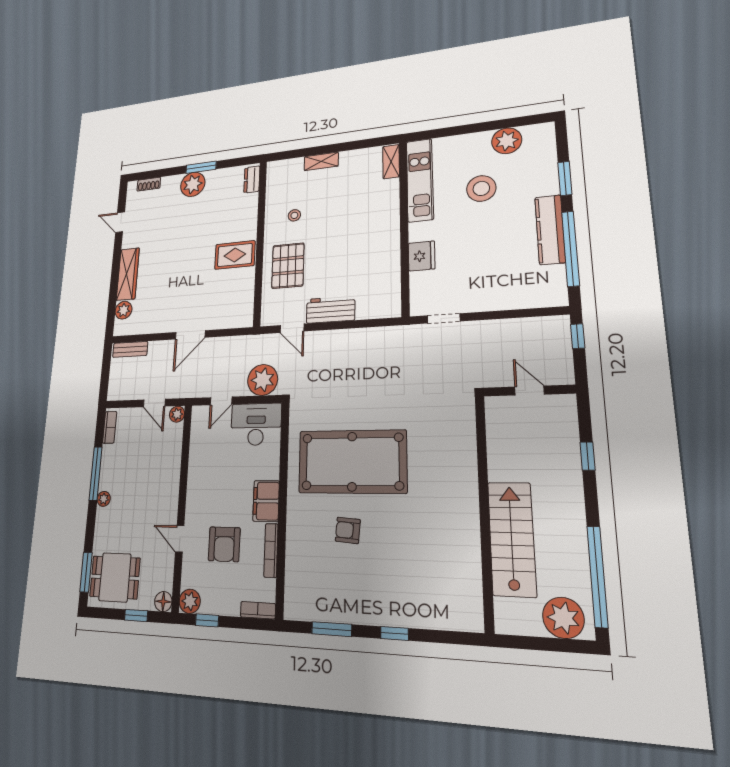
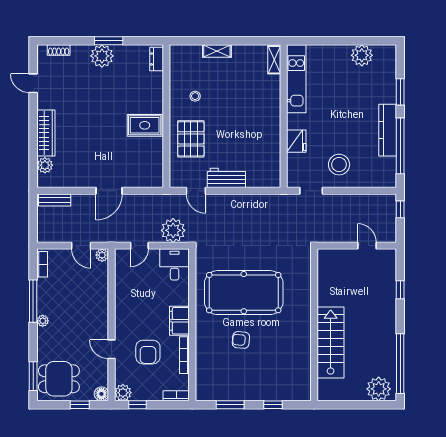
stool: (481, 188) -> (339, 165), moved
desk: (256, 424) -> (175, 264), width x0.73
wall: (484, 510) -> (314, 325), moved
stairs: (512, 539) -> (331, 343), moved

